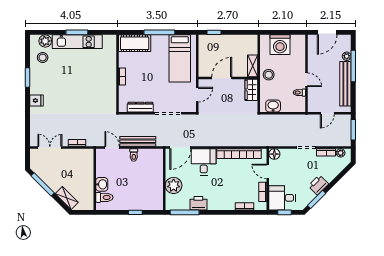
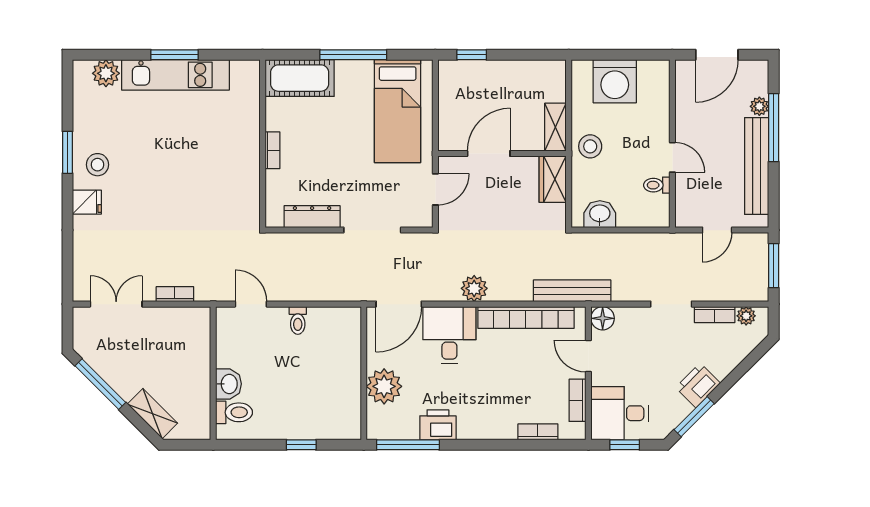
stool: (43, 58) -> (97, 165), moved
plant: (215, 140) -> (474, 288), added
bench: (138, 141) -> (572, 291), moved

